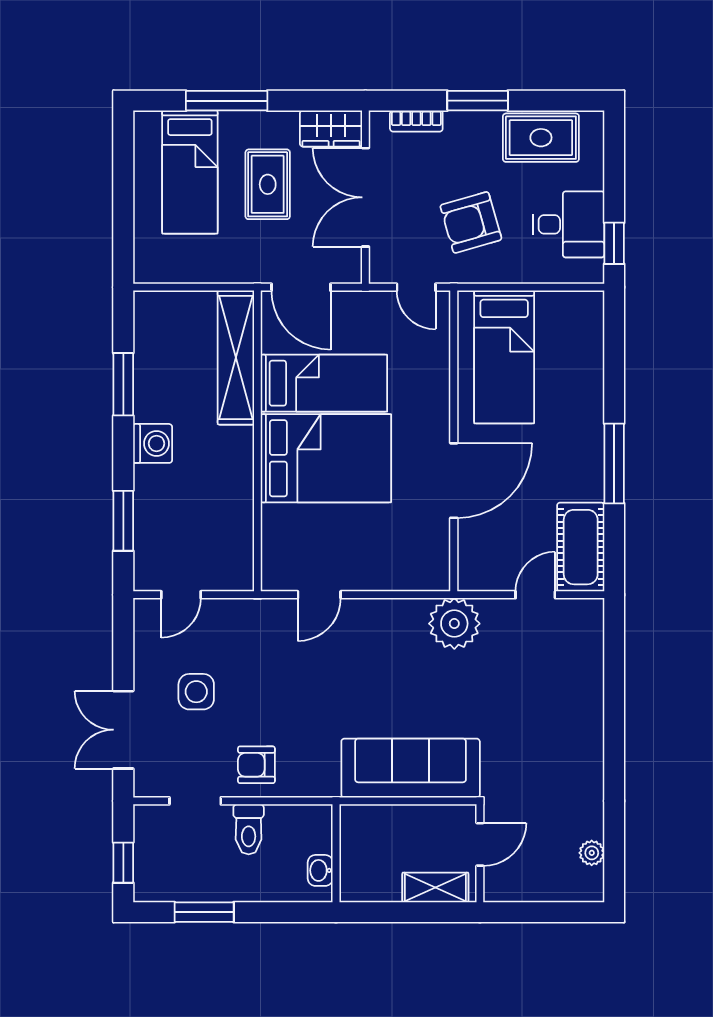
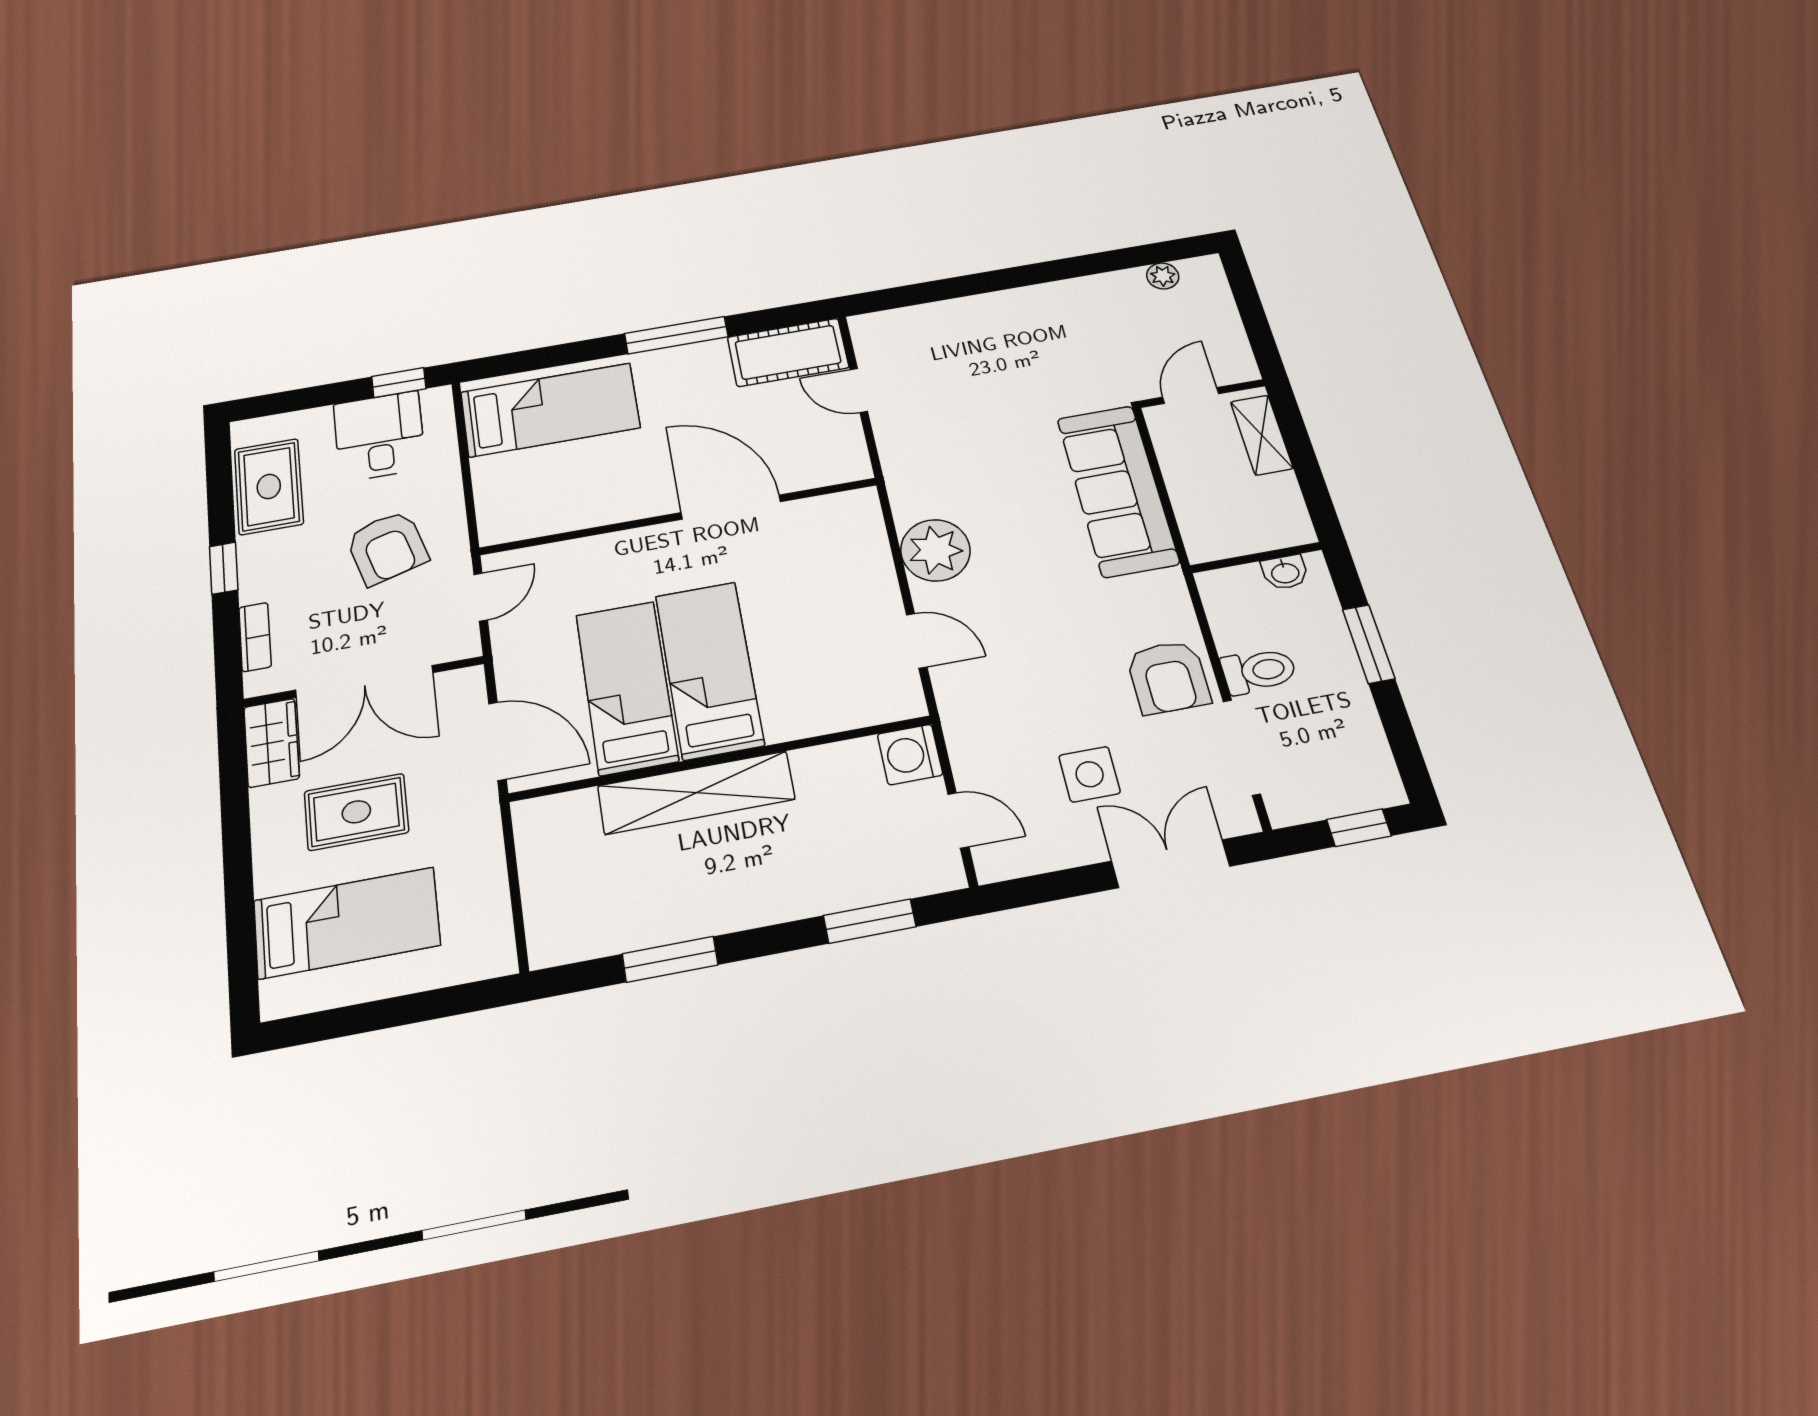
window: (227, 101) -> (239, 891), removed
window: (478, 101) -> (224, 568), width x0.67
door: (301, 287) -> (497, 741), hinge flipped
bed: (504, 357) -> (550, 410), moved
shelving: (236, 358) -> (696, 793), moved
washing machine: (153, 443) -> (910, 754), moved, turned -90
bed: (326, 458) -> (709, 670), width x0.67
plant: (454, 624) -> (935, 550), moved
double door: (123, 730) -> (1171, 864), swing flipped
armchair: (256, 765) -> (1168, 677), width x1.38, depth x1.38
doorway: (195, 801) -> (1242, 747), width x1.38
door: (480, 844) -> (1191, 395), hinge flipped
window: (204, 912) -> (1369, 644), moved

